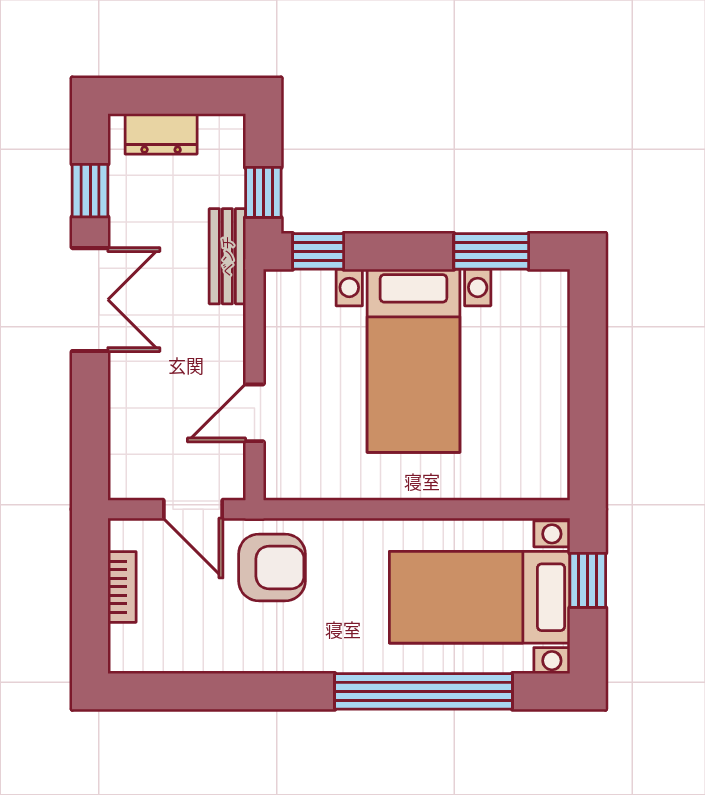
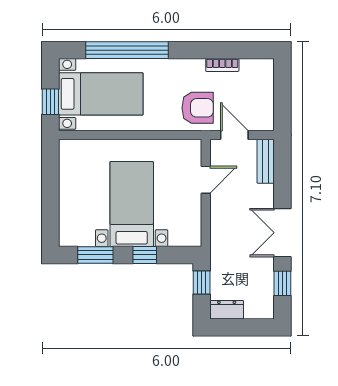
dresser: (161, 134) -> (227, 310), moved
window: (318, 251) -> (145, 255), moved
bench: (227, 256) -> (266, 161), moved
armchair: (272, 567) -> (198, 108), turned 180
bookcase: (122, 587) -> (222, 65), moved, turned -90

